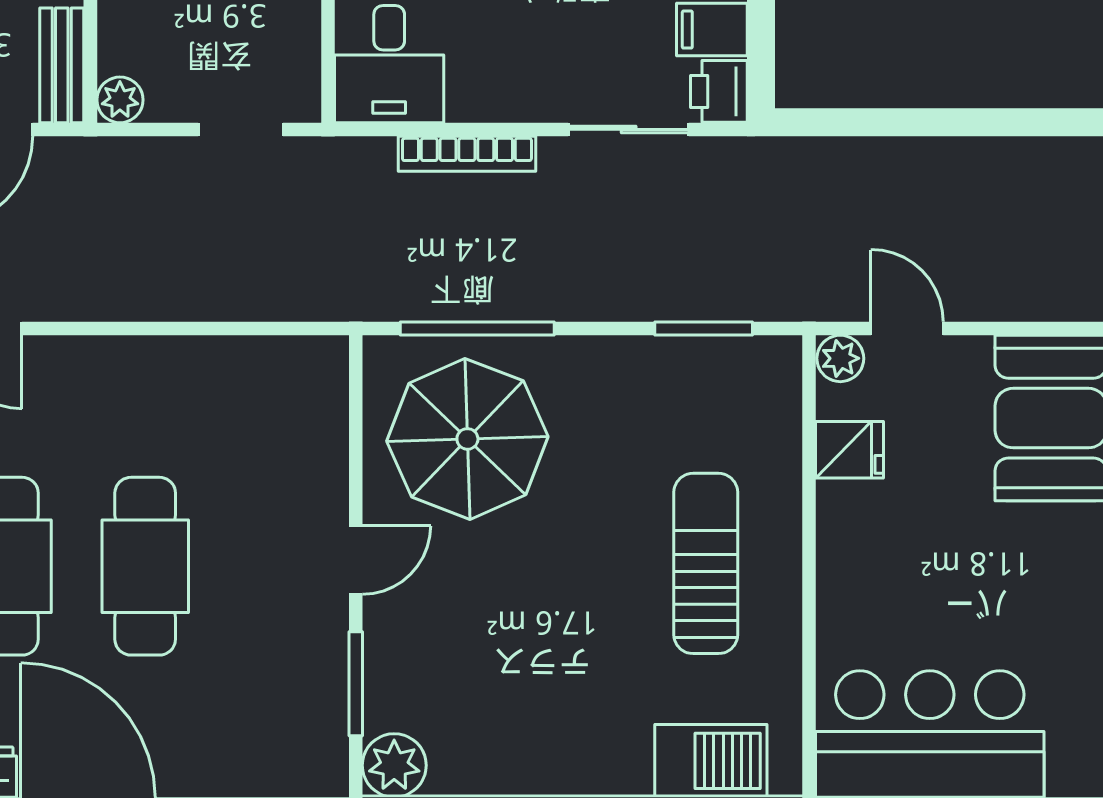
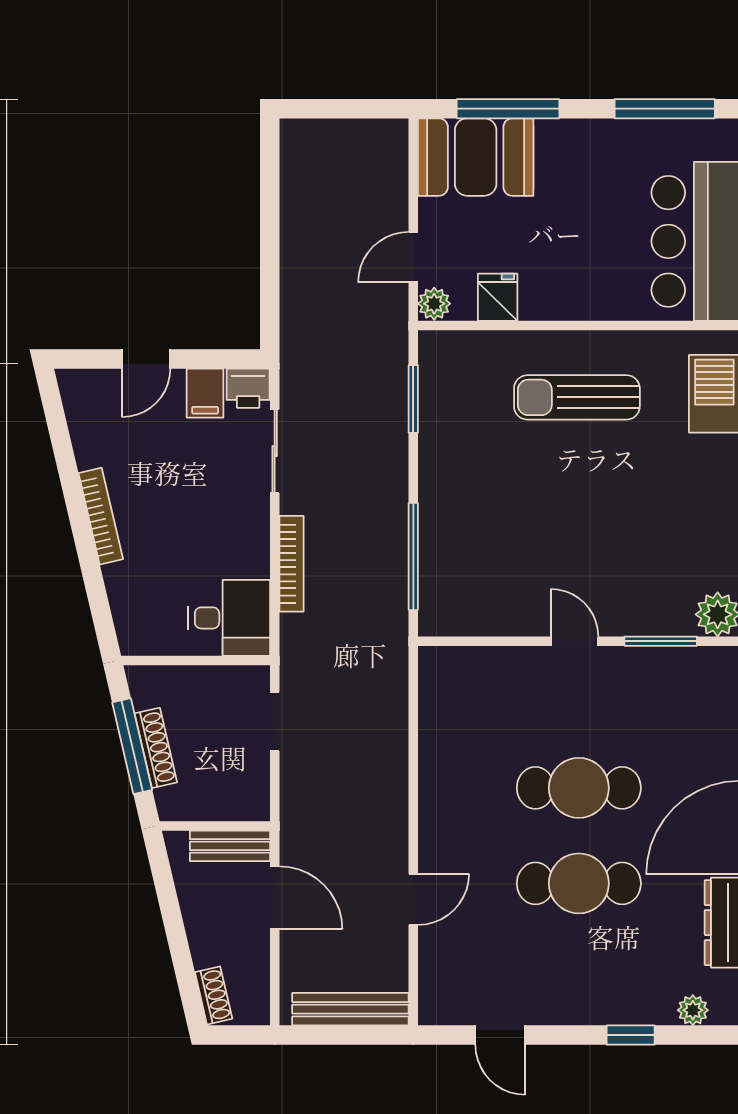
plant: (120, 100) -> (254, 805), removed
parasol: (467, 439) -> (490, 563), removed

